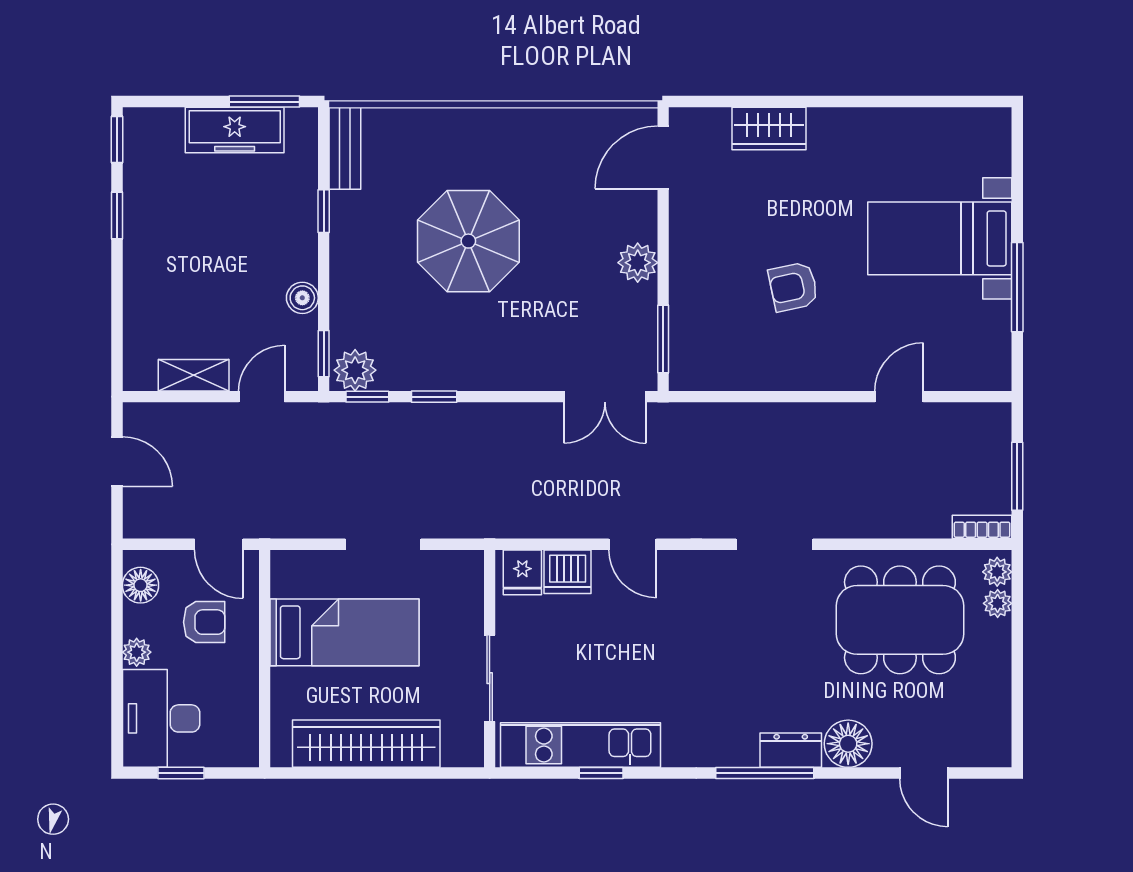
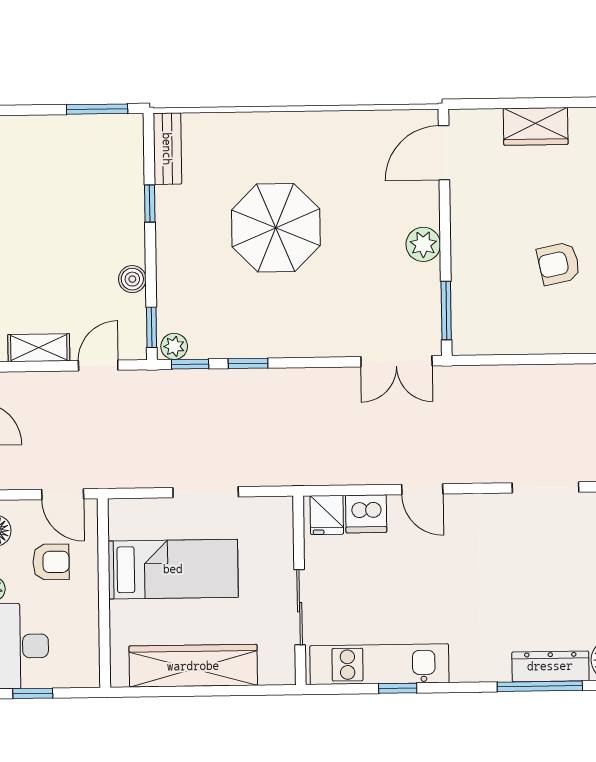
freezer: (235, 130) -> (71, 134), removed
plant: (355, 370) -> (174, 346), width x0.73, depth x0.73
dresser: (791, 750) -> (550, 666), width x1.44

